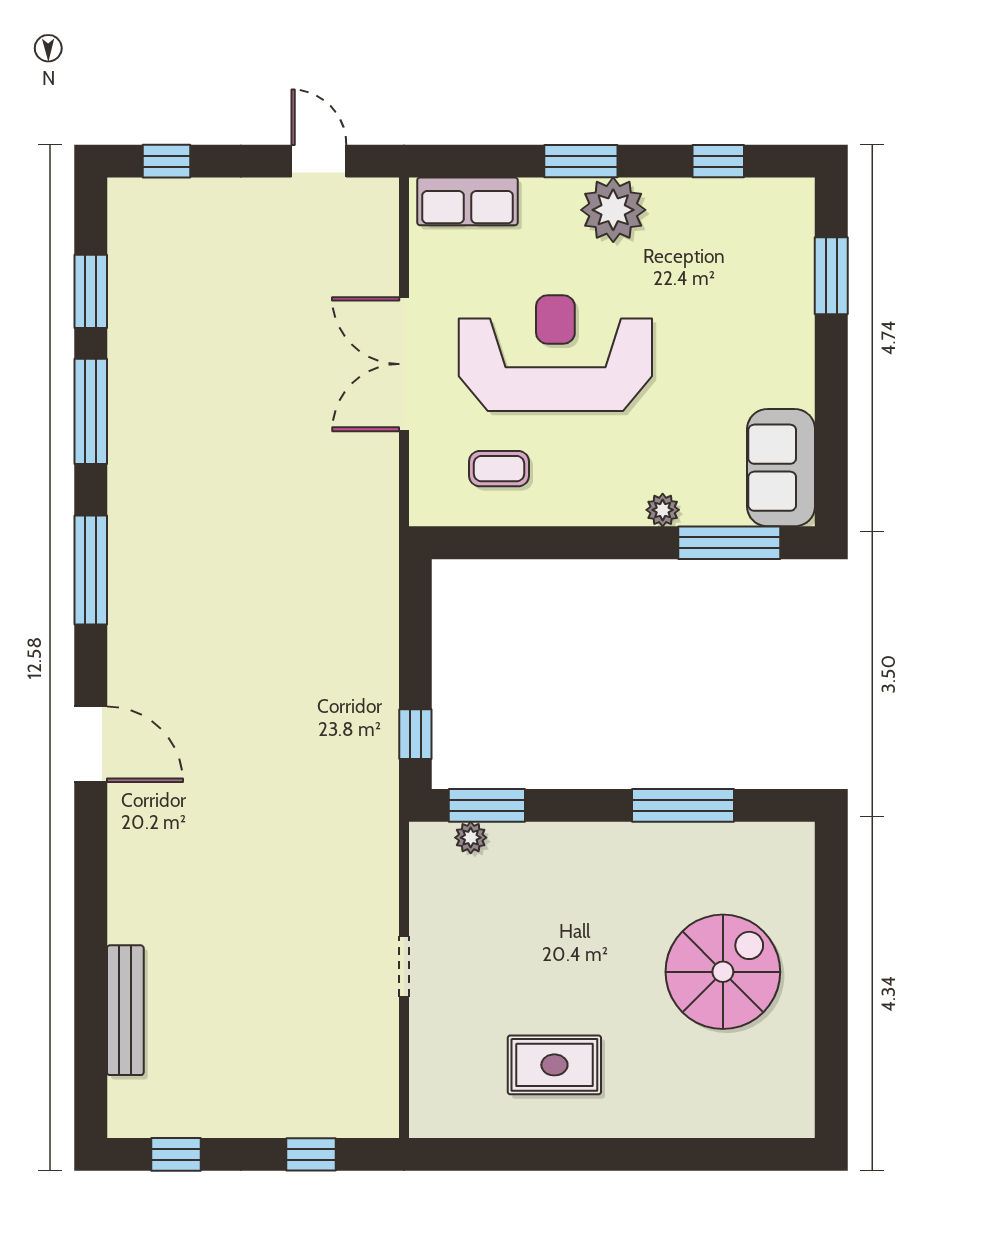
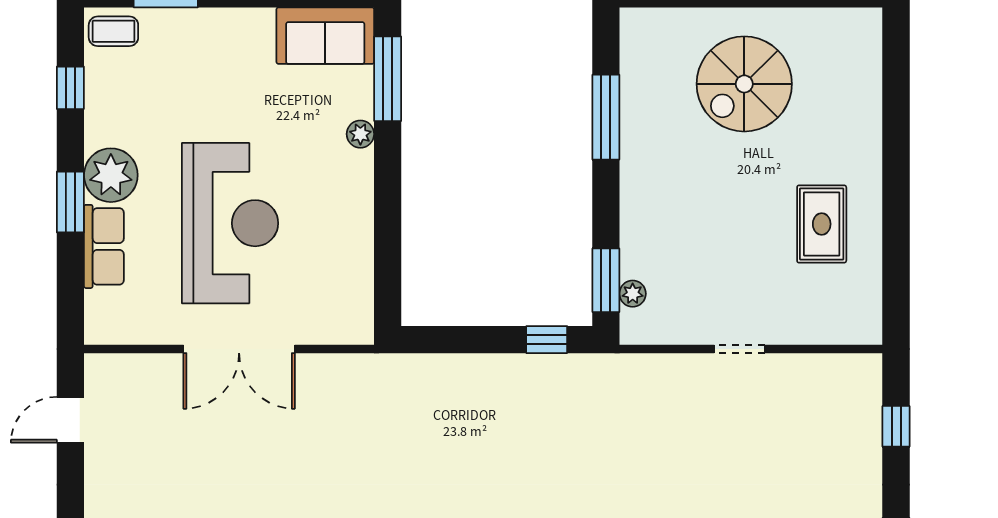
row of seats: (468, 201) -> (104, 246), moved
reception desk: (555, 353) -> (230, 223), turned 180
coffee table: (499, 469) -> (113, 31), moved, turned 90
spiral stairs: (723, 972) -> (744, 84), turned -90

